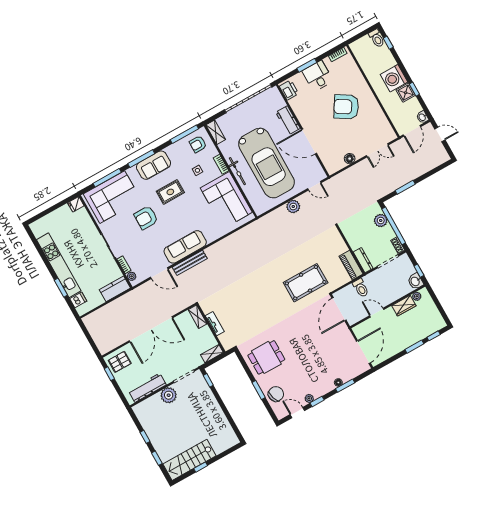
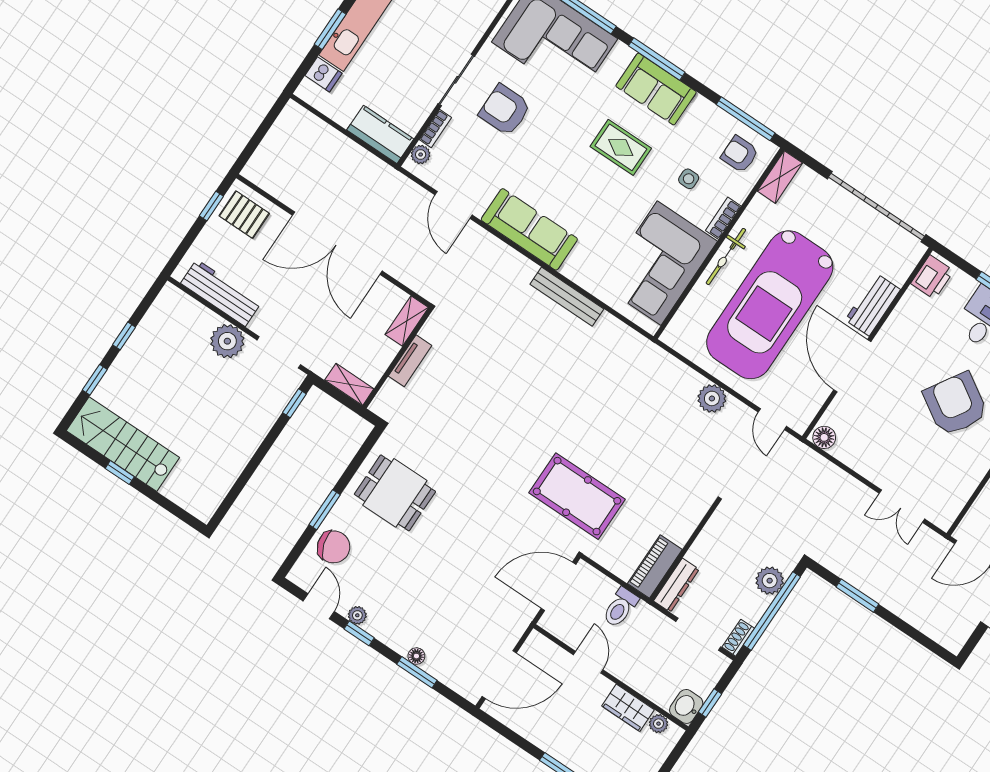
floor lamp: (350, 159) -> (824, 437), moved
armchair: (146, 218) -> (505, 110), moved
bench: (190, 263) -> (567, 297), moved

